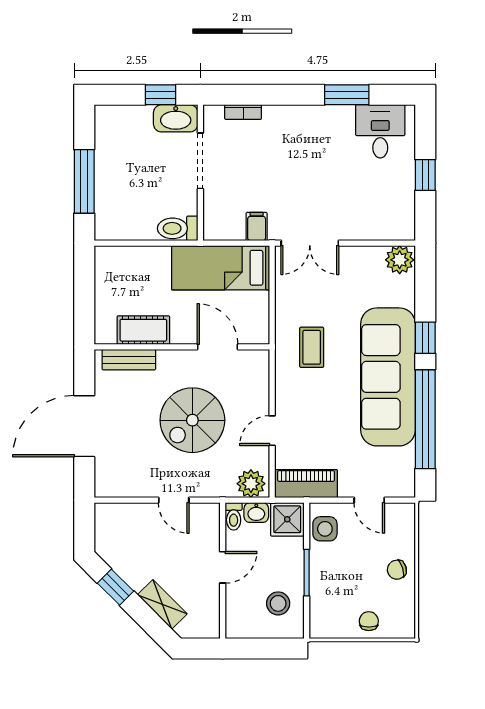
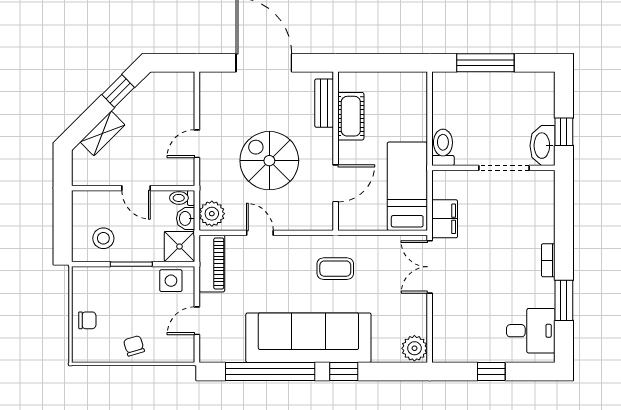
bookcase: (243, 112) -> (548, 260), moved
filing cabinet: (257, 227) -> (445, 219), width x2.00

